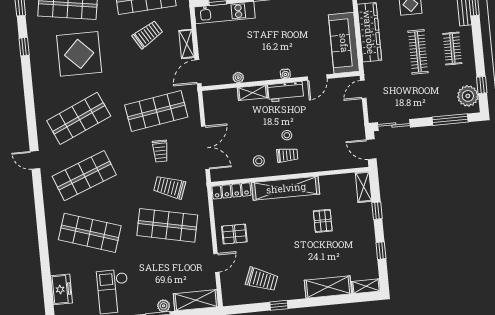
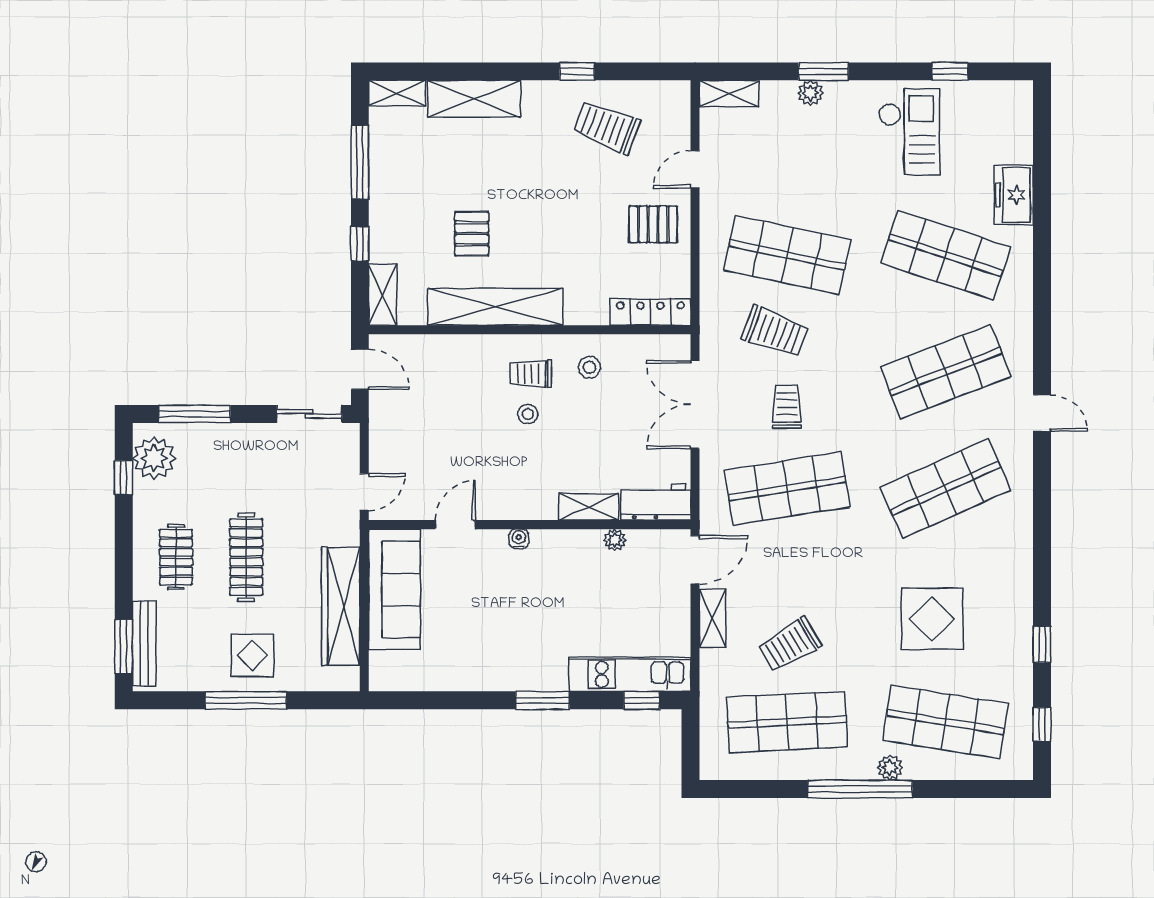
display table: (79, 54) -> (932, 619), width x0.73, depth x0.73
workbench: (286, 92) -> (656, 502), moved
shelving: (286, 188) -> (495, 307), moved
window: (381, 251) -> (360, 162), width x2.17
freezer: (61, 289) -> (1014, 195), moved
shelving: (196, 300) -> (729, 94), width x0.67, depth x0.75

